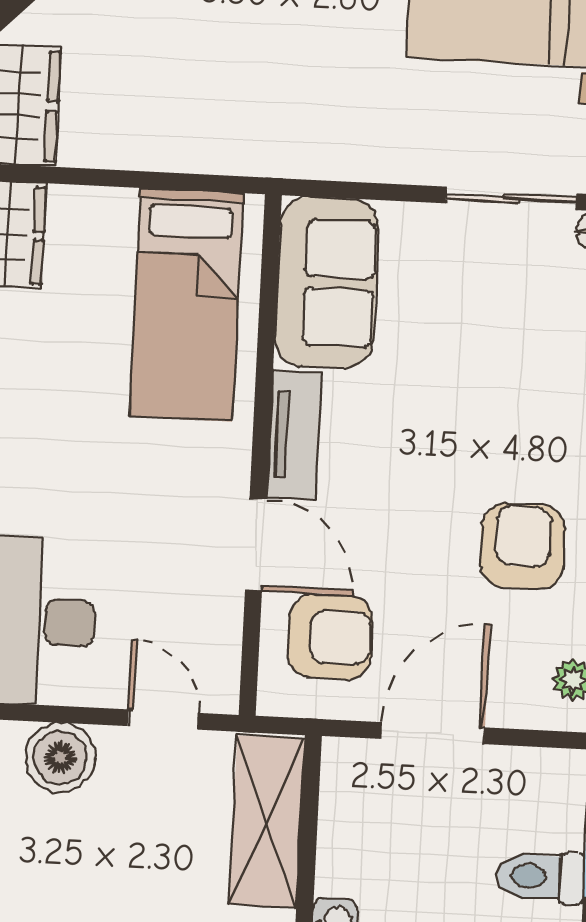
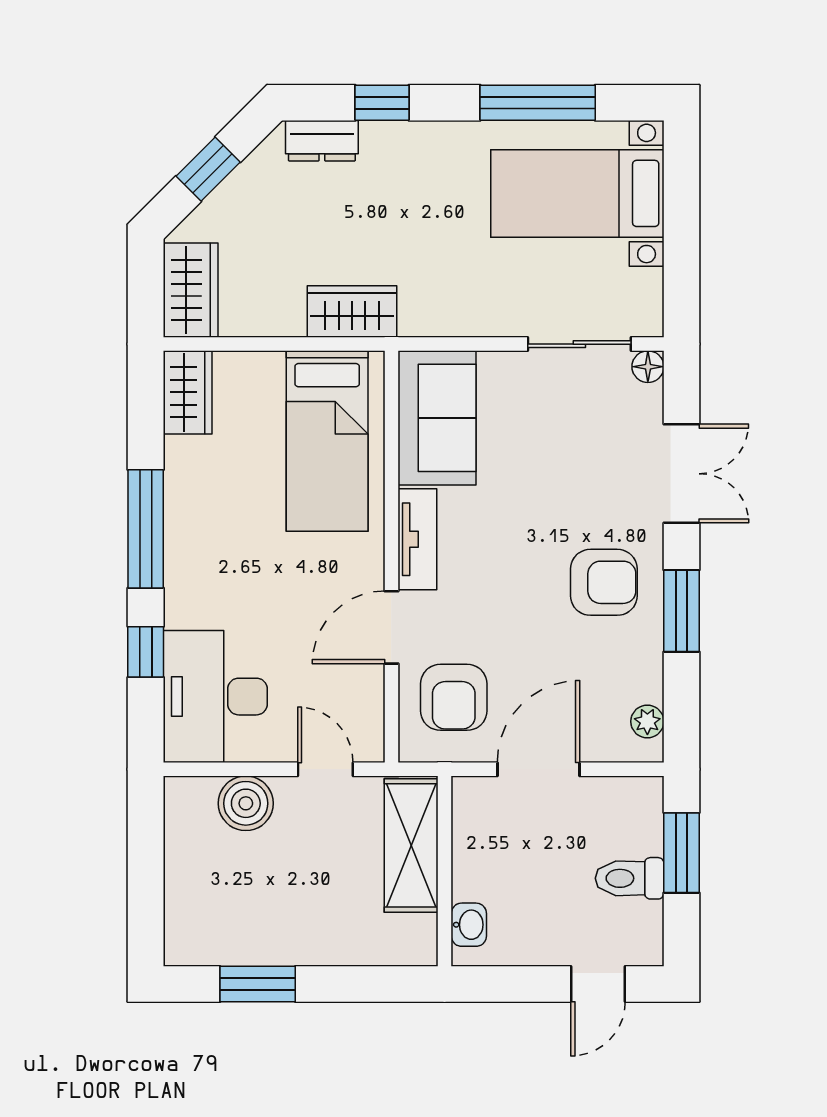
wardrobe: (226, 143) -> (352, 312), added
door: (256, 544) -> (391, 627), swing flipped
armchair: (523, 546) -> (604, 582), moved, turned 90
armchair: (330, 637) -> (454, 697), turned 90

